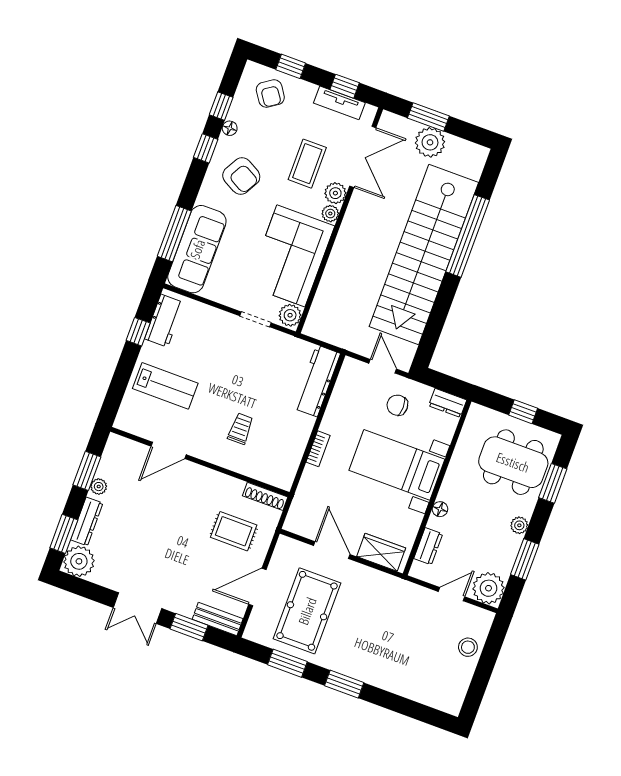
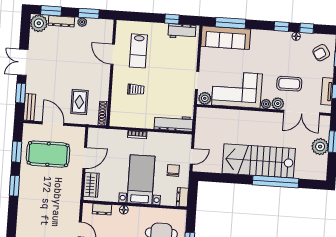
armchair: (241, 176) -> (272, 50), removed
stairs: (424, 254) -> (259, 161), width x0.73
lab bench: (165, 386) -> (138, 51), moved

